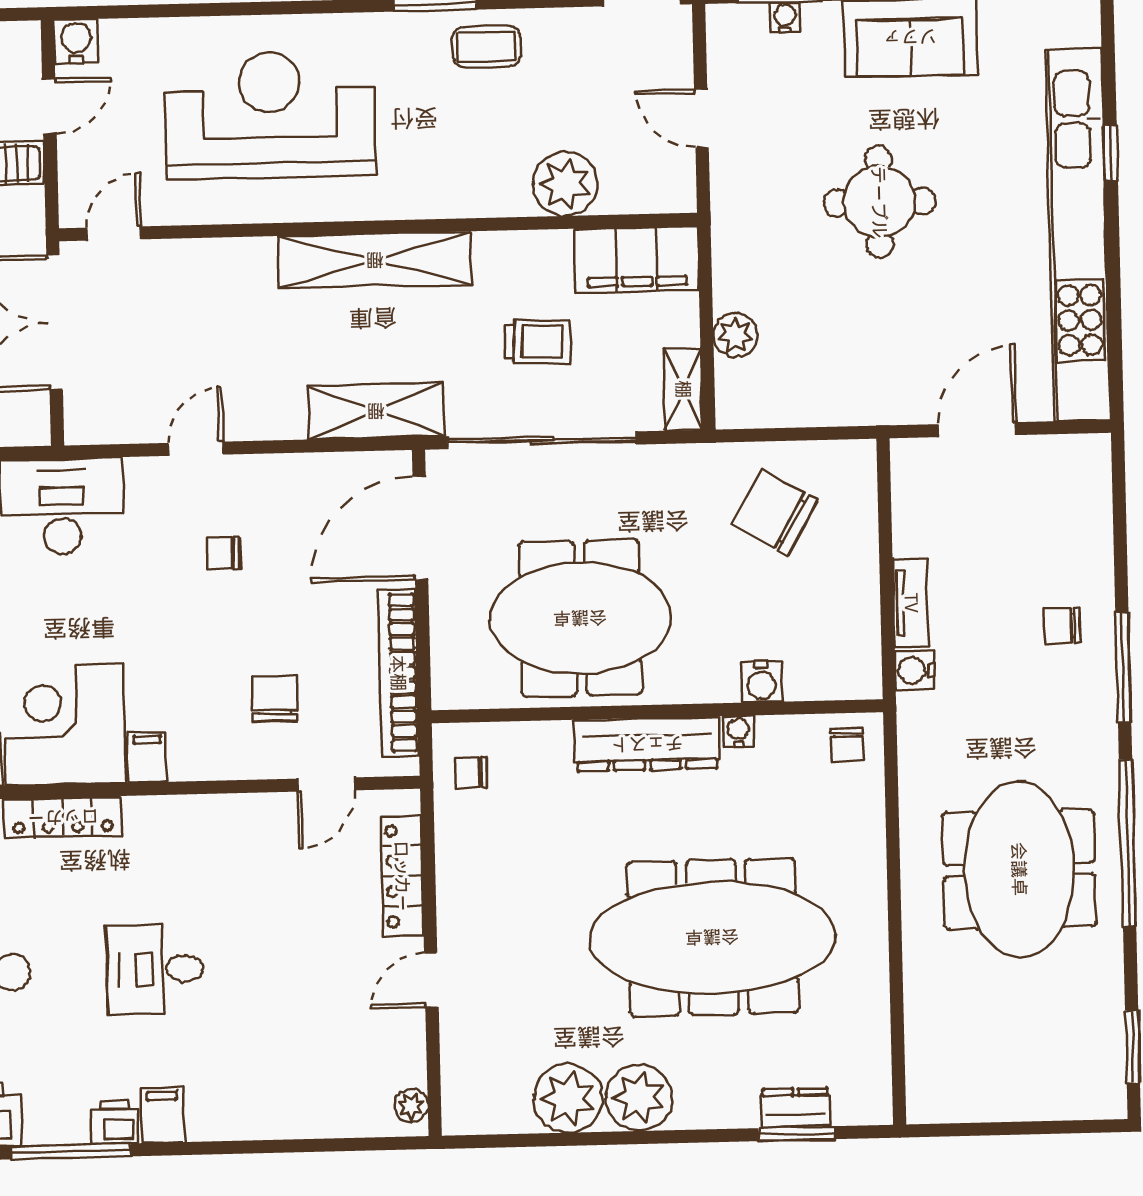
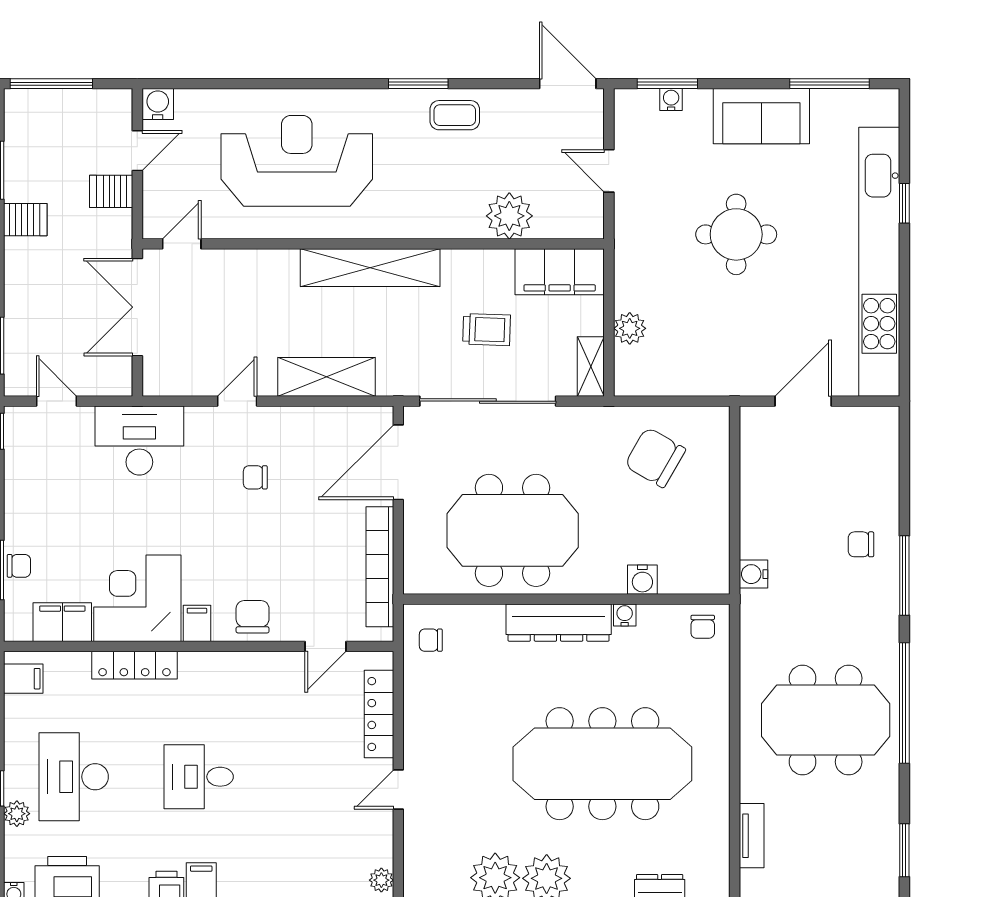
shelving: (376, 411) -> (327, 377), moved
tv unit: (911, 603) -> (752, 836), moved
chair: (275, 699) -> (253, 617), moved
meeting table: (1019, 869) -> (826, 720), turned 90

